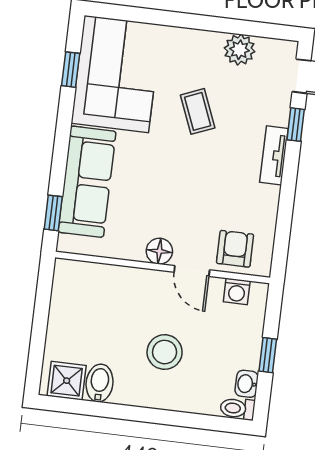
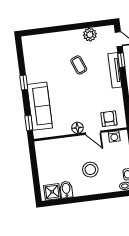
window: (71, 70) -> (24, 83), moved
corner sofa: (116, 74) -> (41, 58), removed
tv unit: (274, 155) -> (115, 70), width x1.41

